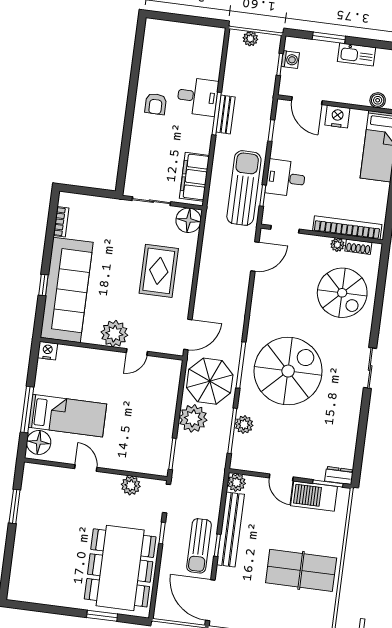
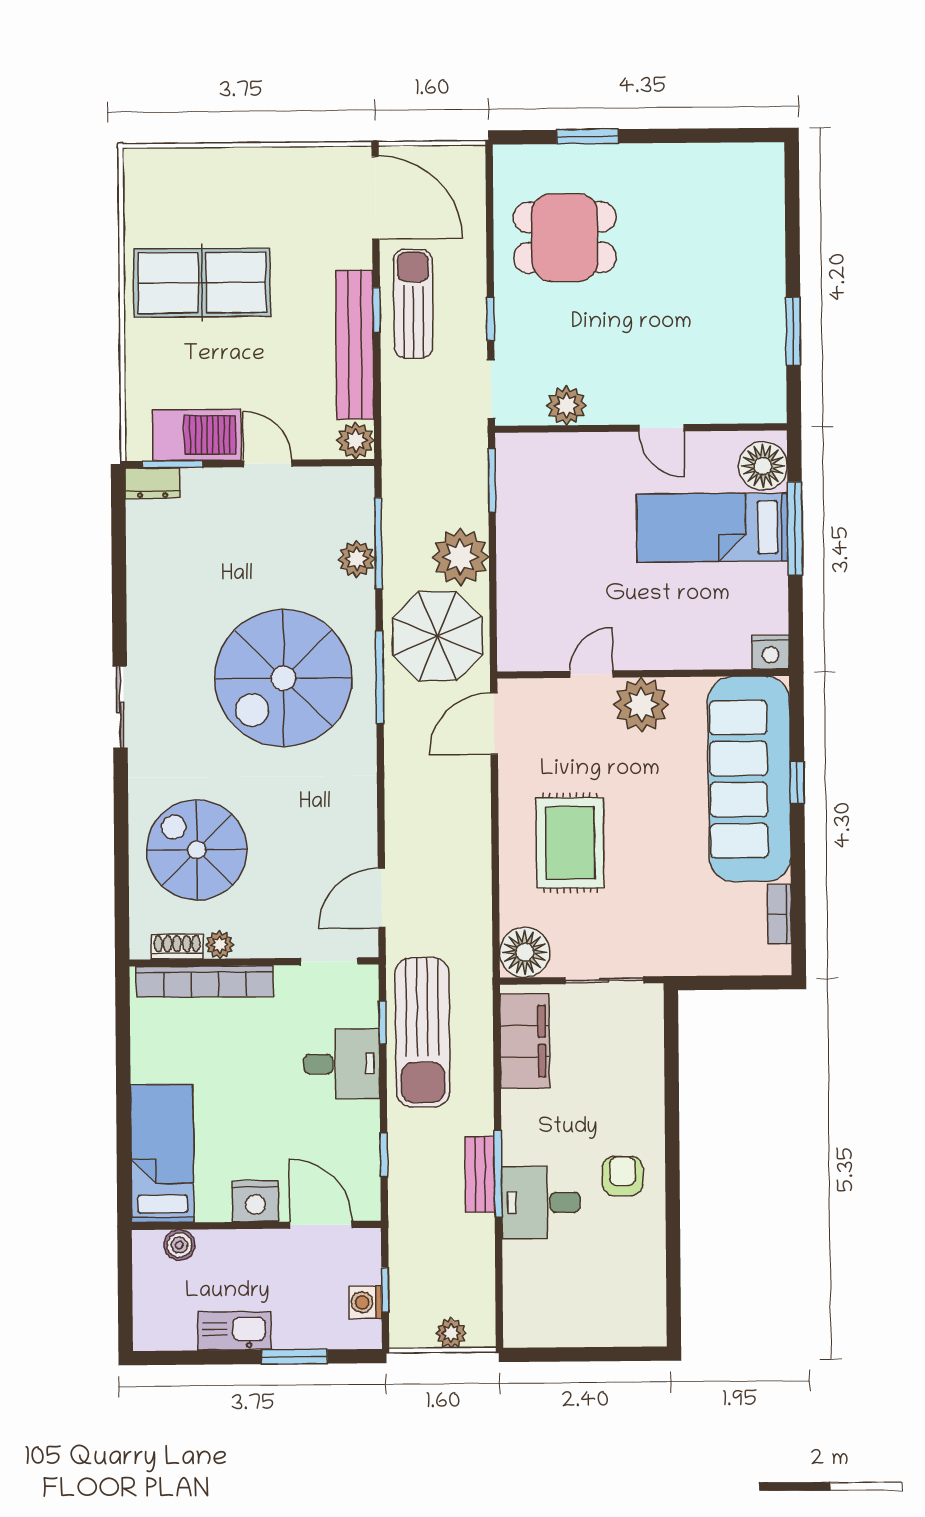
dining table: (120, 568) -> (565, 237), width x0.53, depth x0.80

